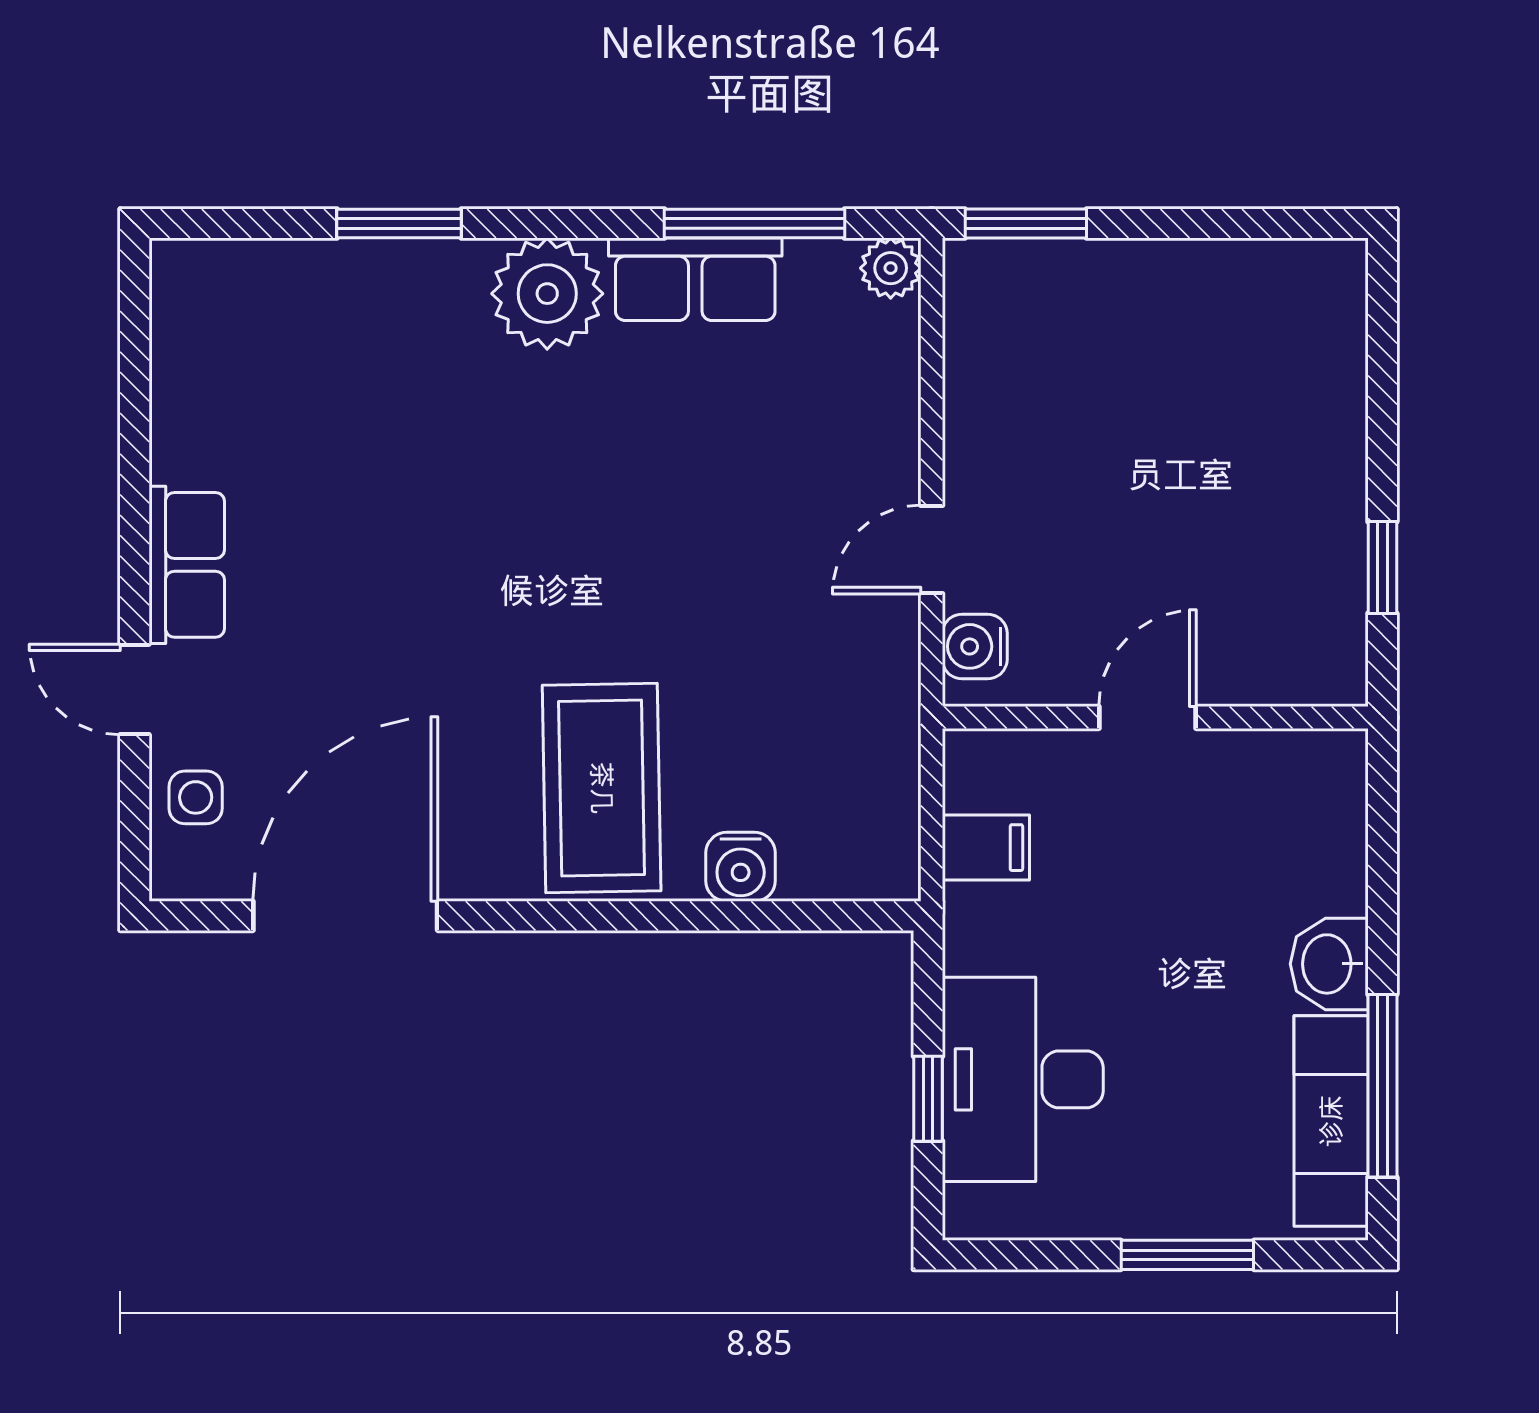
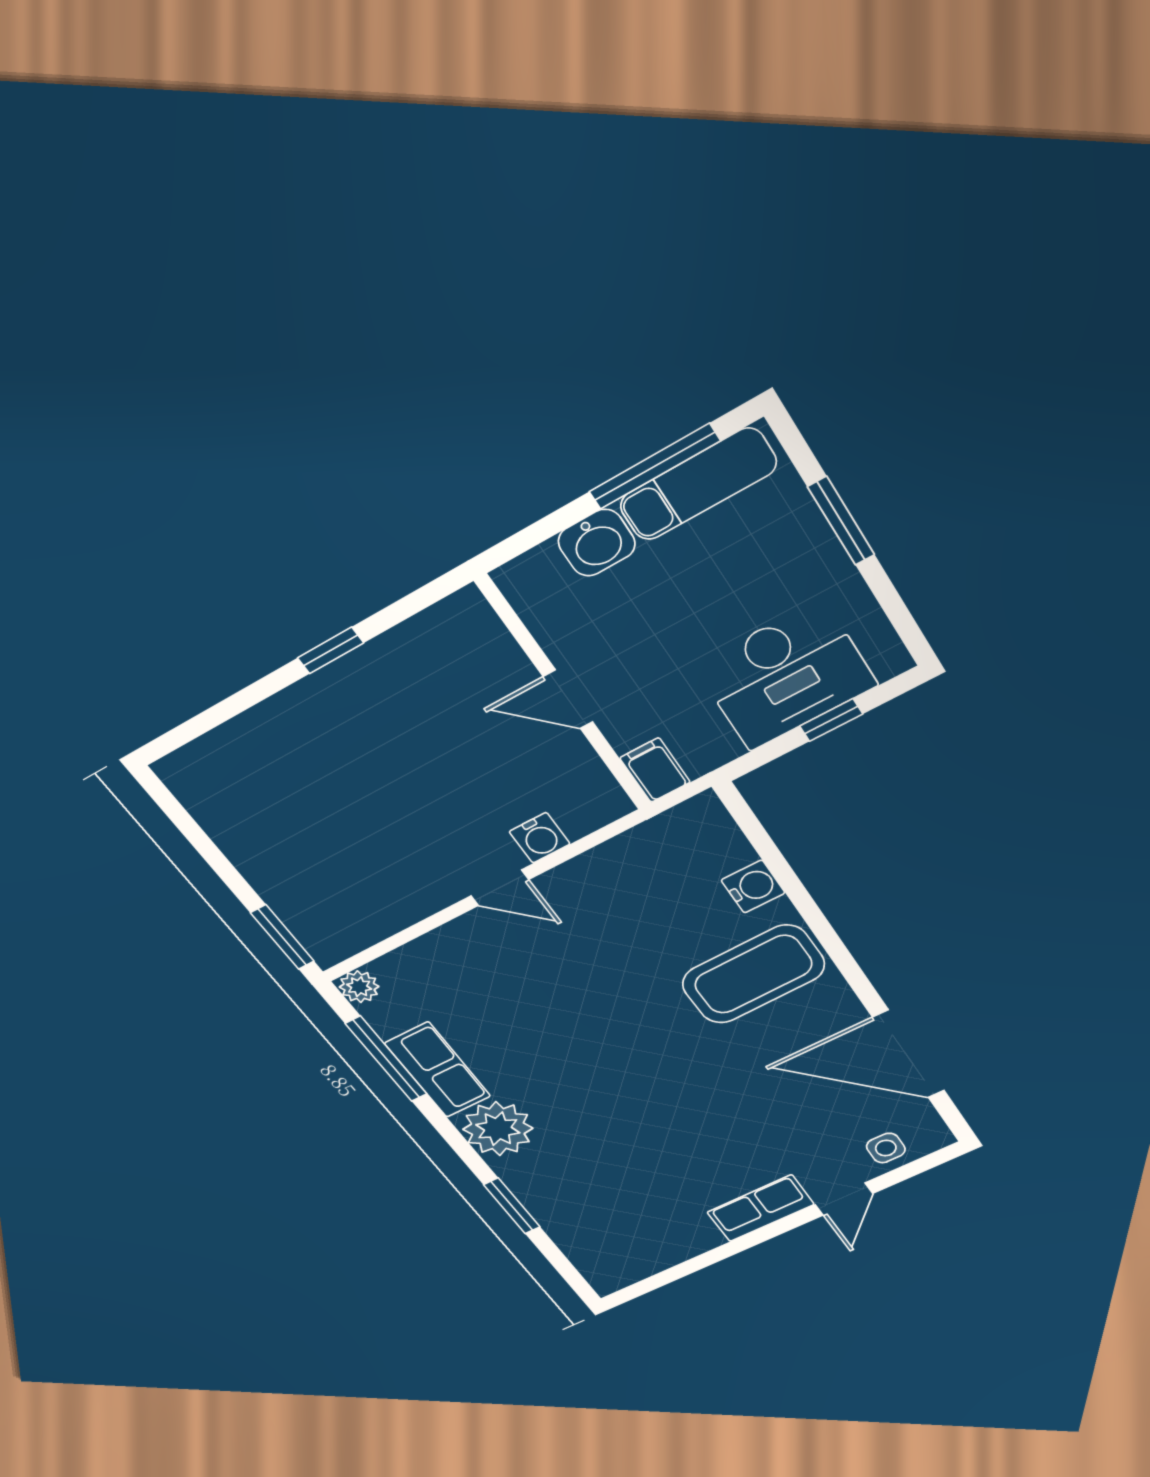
door: (1147, 718) -> (568, 699), moved
wall: (1155, 718) -> (565, 695), moved

